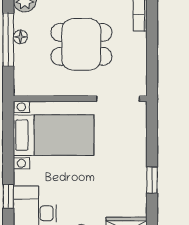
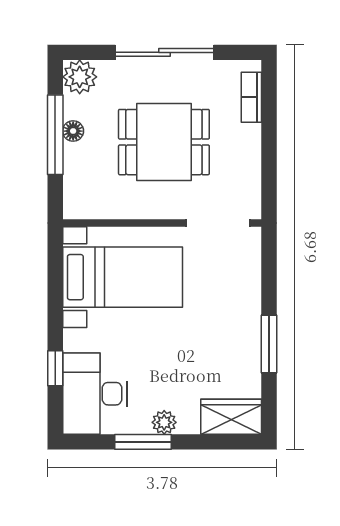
window: (152, 180) -> (269, 344), width x1.50

